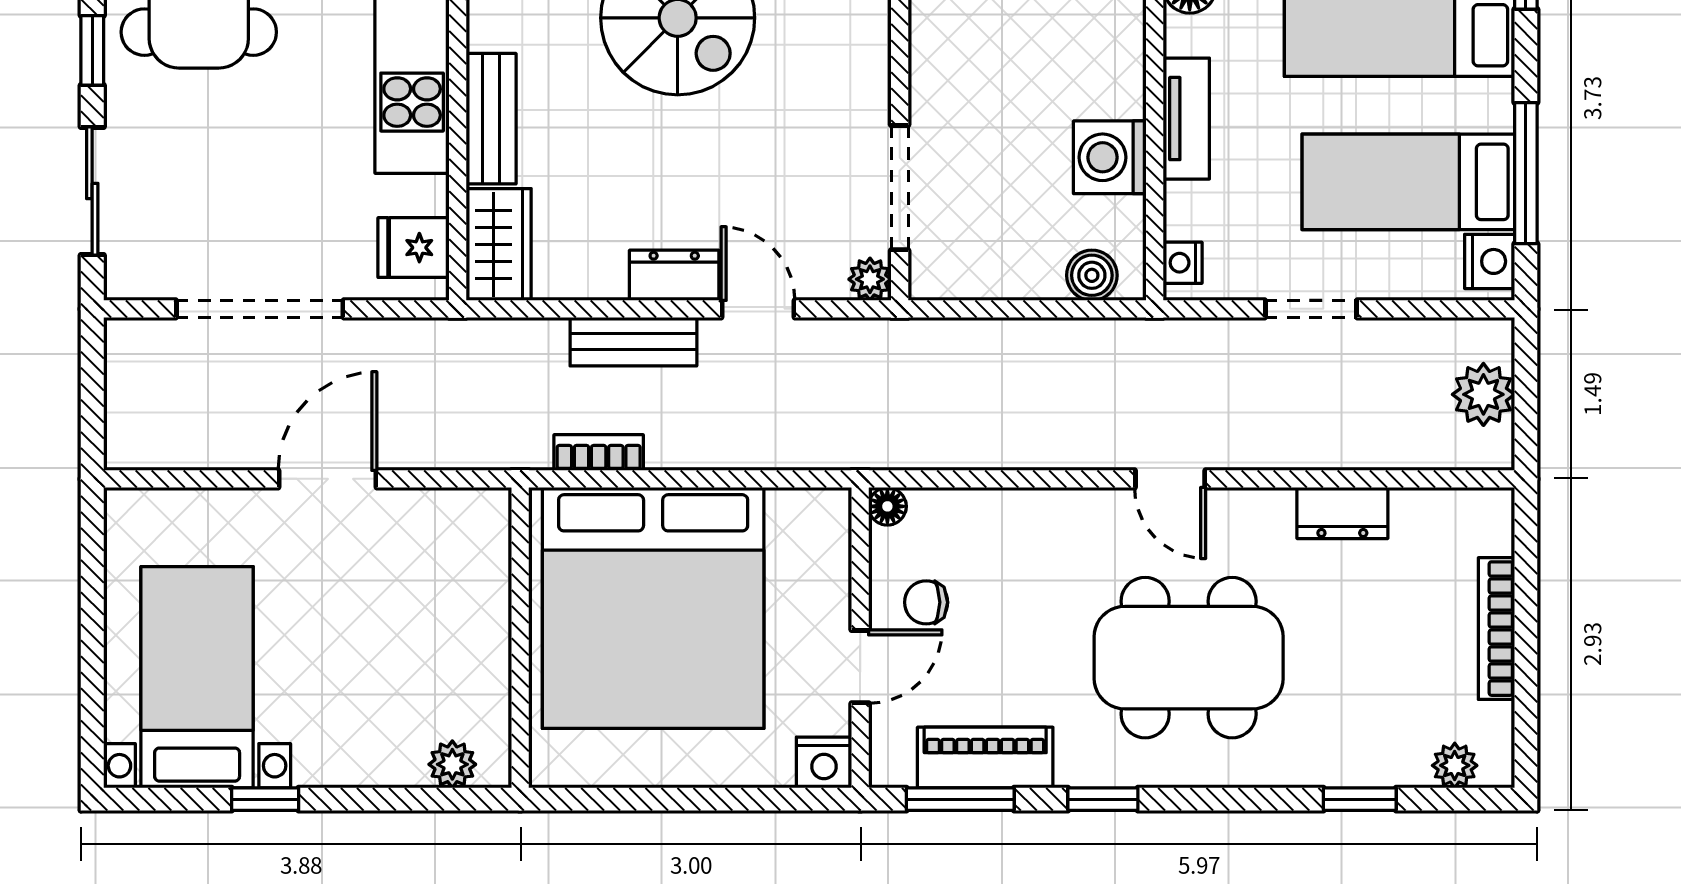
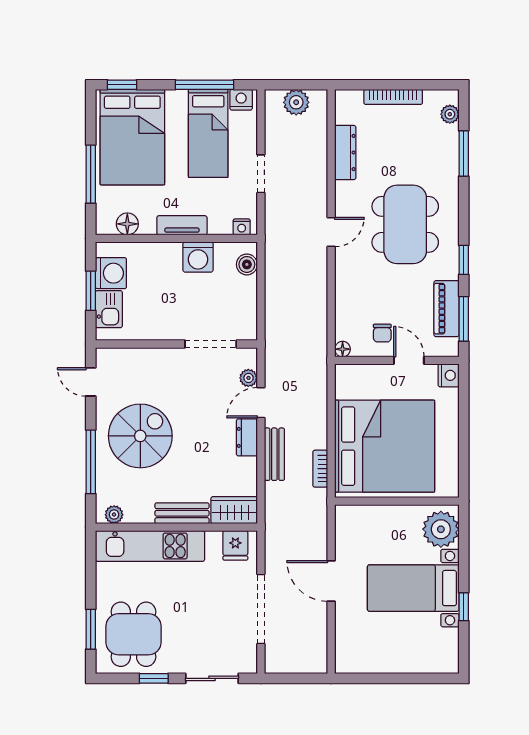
plant: (870, 279) -> (248, 378), moved
dresser: (1342, 513) -> (345, 152), width x1.44
bed with nightstands: (197, 677) -> (413, 588), moved
plant: (452, 764) -> (441, 529), width x1.87, depth x1.87
window: (1360, 799) -> (464, 153), width x1.50

